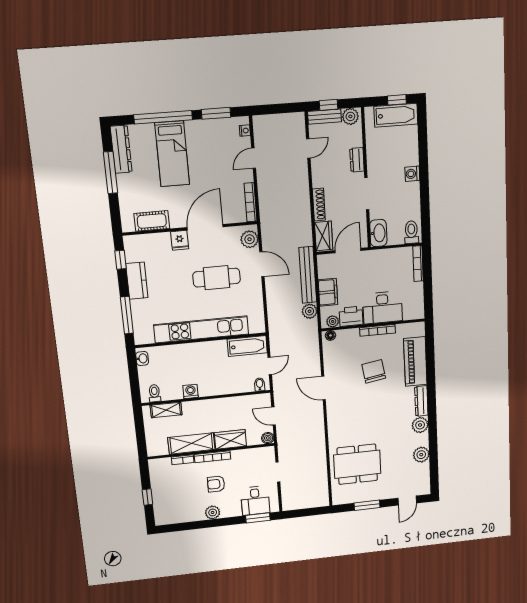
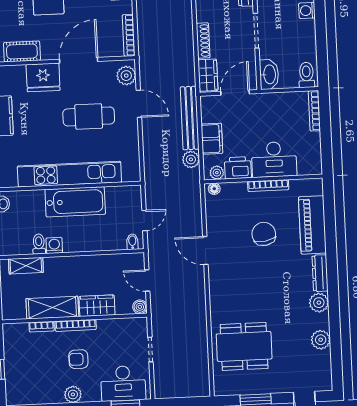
fridge: (180, 240) -> (43, 77), width x1.88, depth x1.34
bathtub: (247, 346) -> (75, 202), moved, width x1.36, depth x1.36
toilet: (155, 393) -> (39, 244), moved
desk: (255, 501) -> (123, 383), width x1.37

